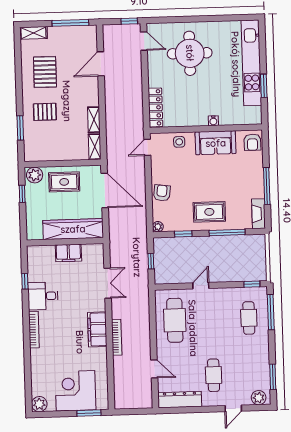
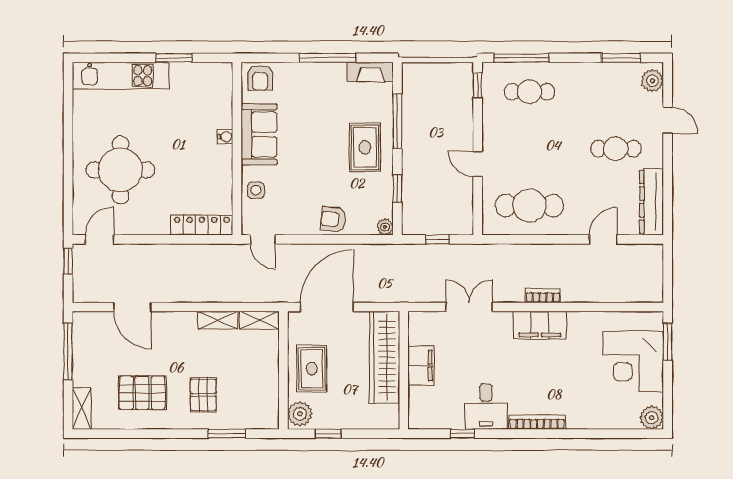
kitchen unit: (251, 63) -> (120, 76), width x0.73
armchair: (252, 142) -> (260, 78), turned 90
bookcase: (117, 337) -> (543, 296), width x0.64

